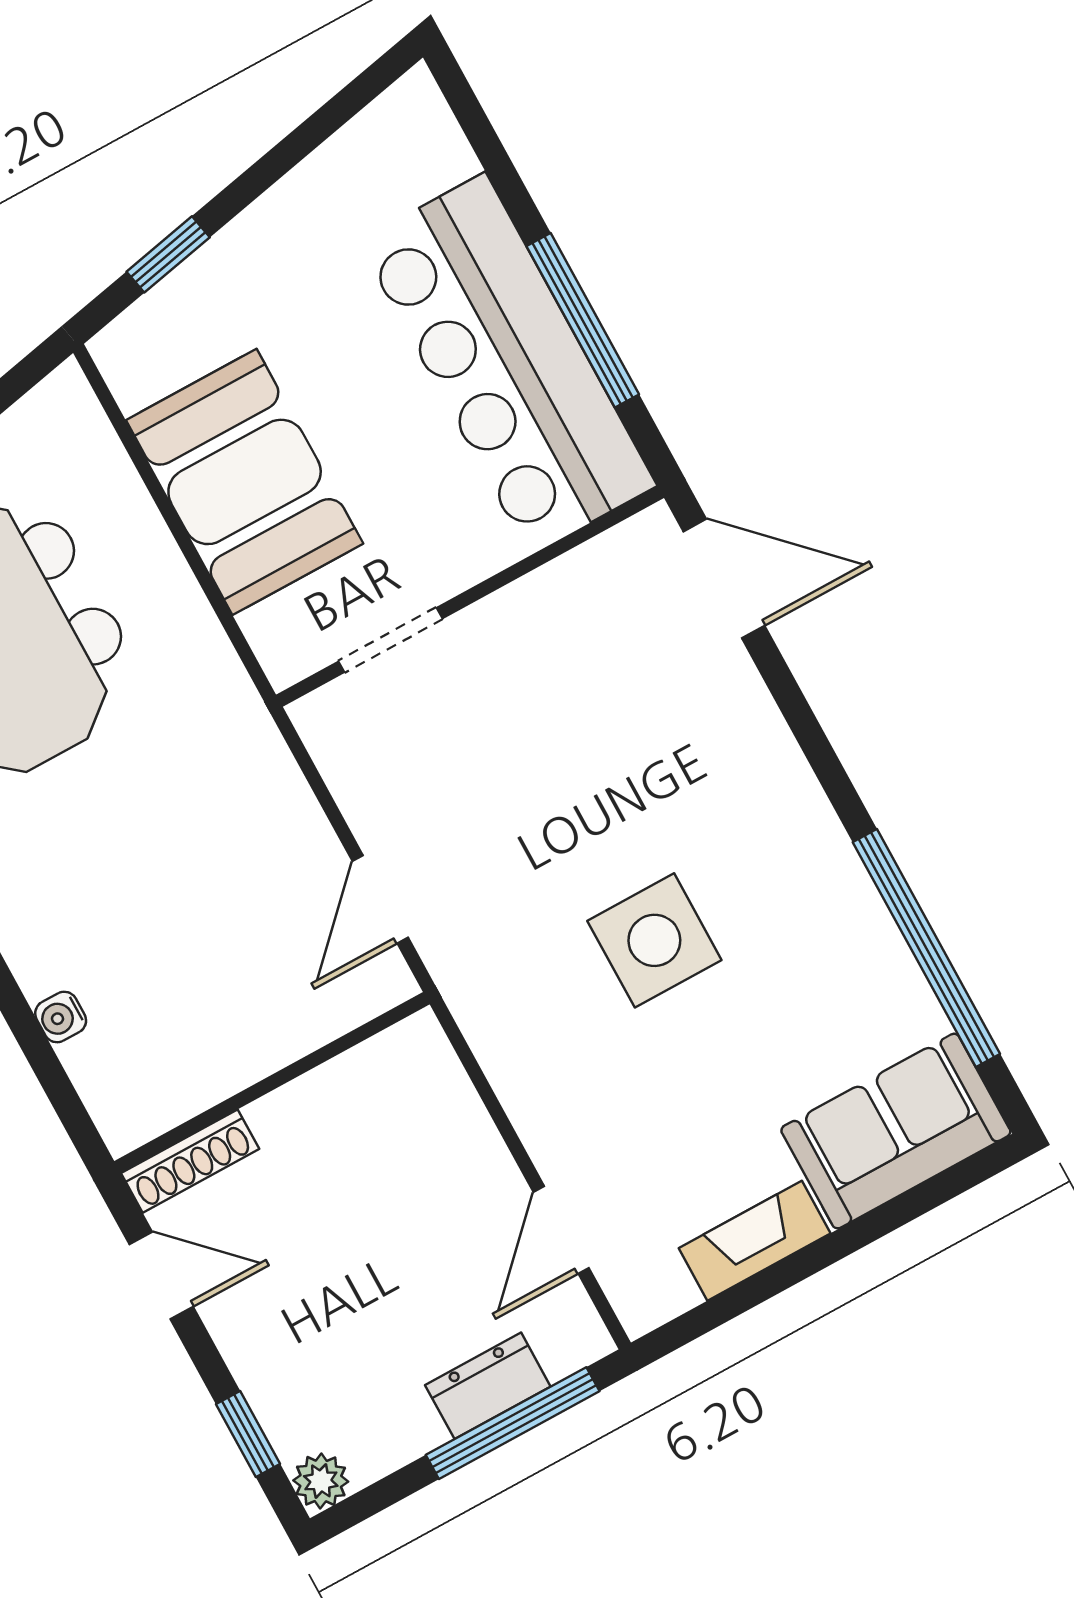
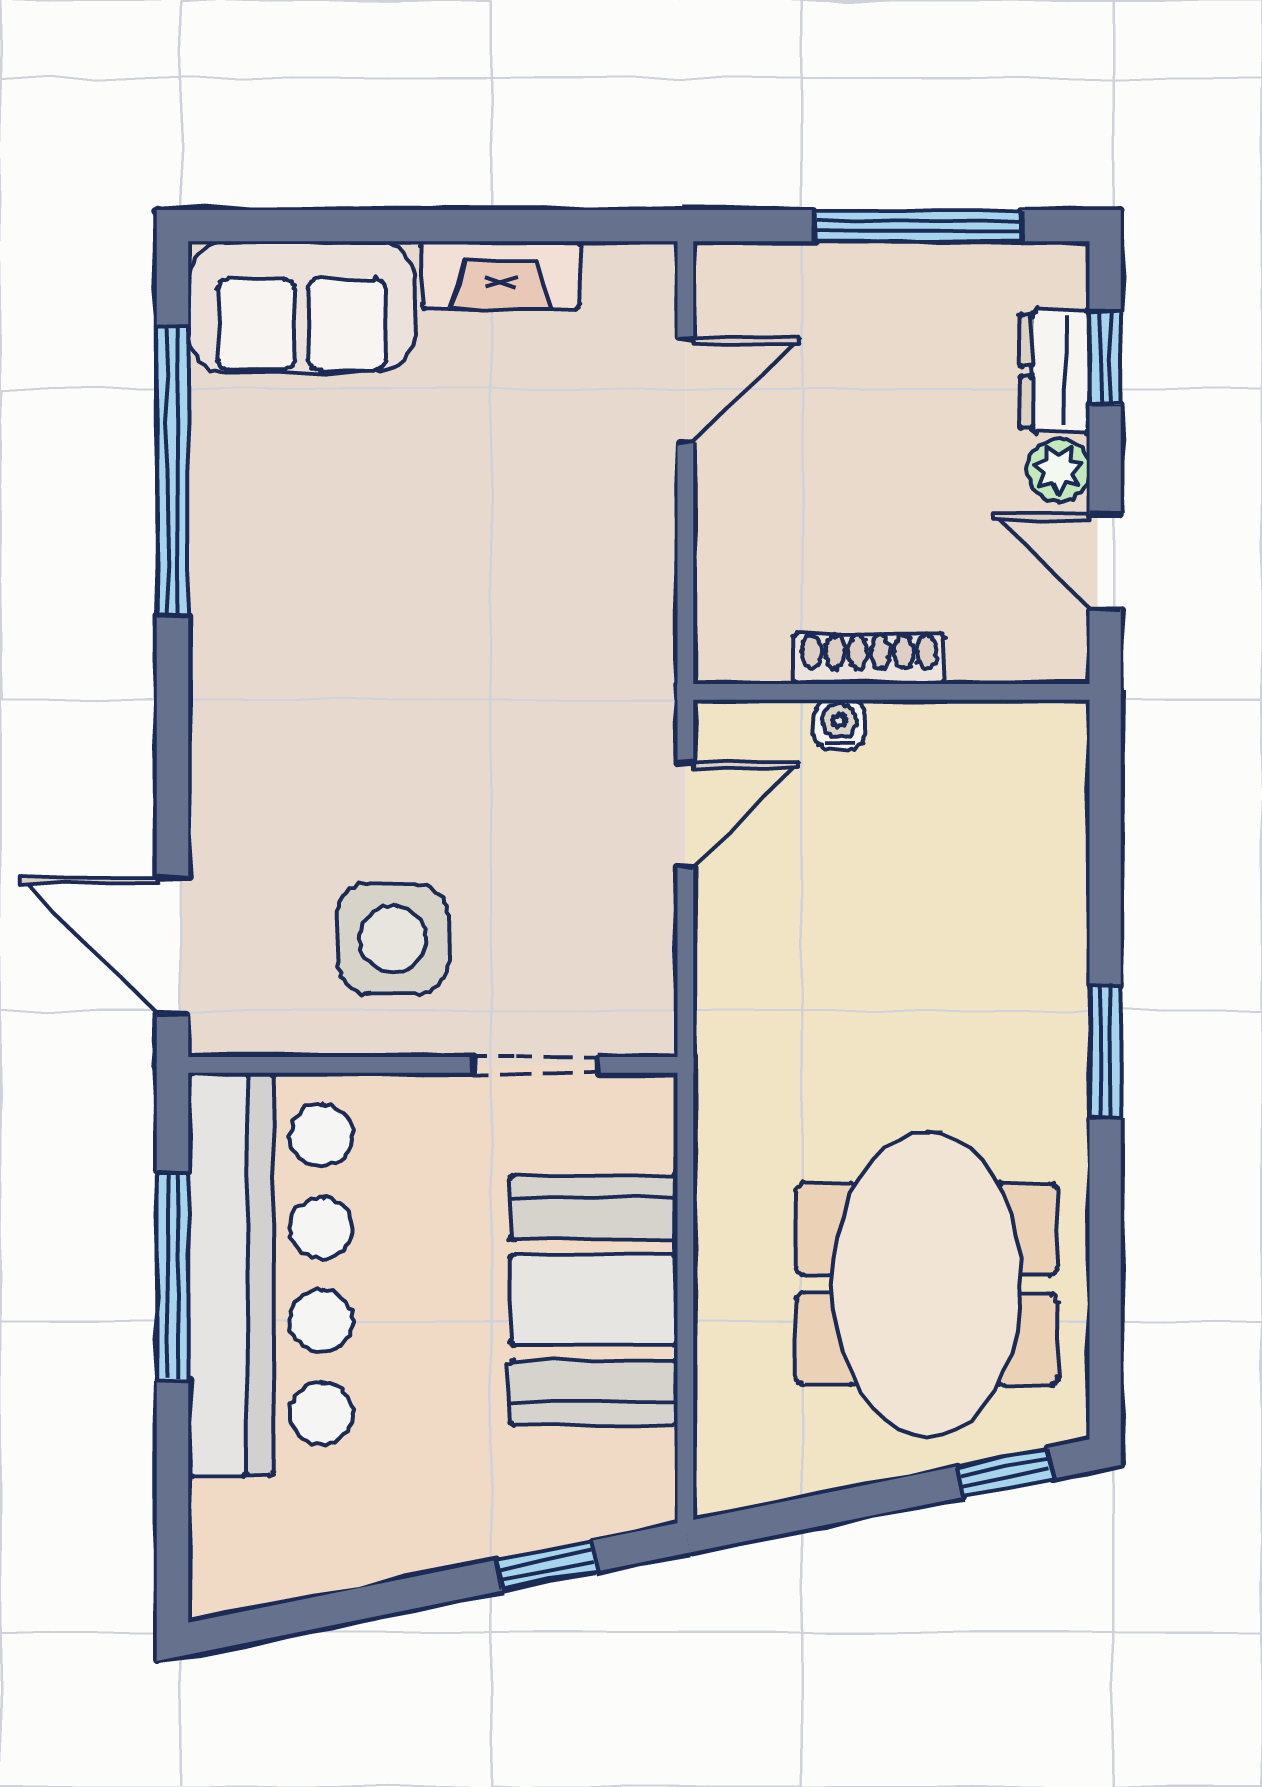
side table: (654, 940) -> (393, 939), moved
water cooler: (61, 1017) -> (839, 725), moved, turned -90
shoe rack: (190, 1161) -> (869, 659), moved
dresser: (488, 1386) -> (1055, 371), moved, turned 90
window: (513, 1423) -> (919, 226), moved
plant: (321, 1481) -> (1058, 470), moved

